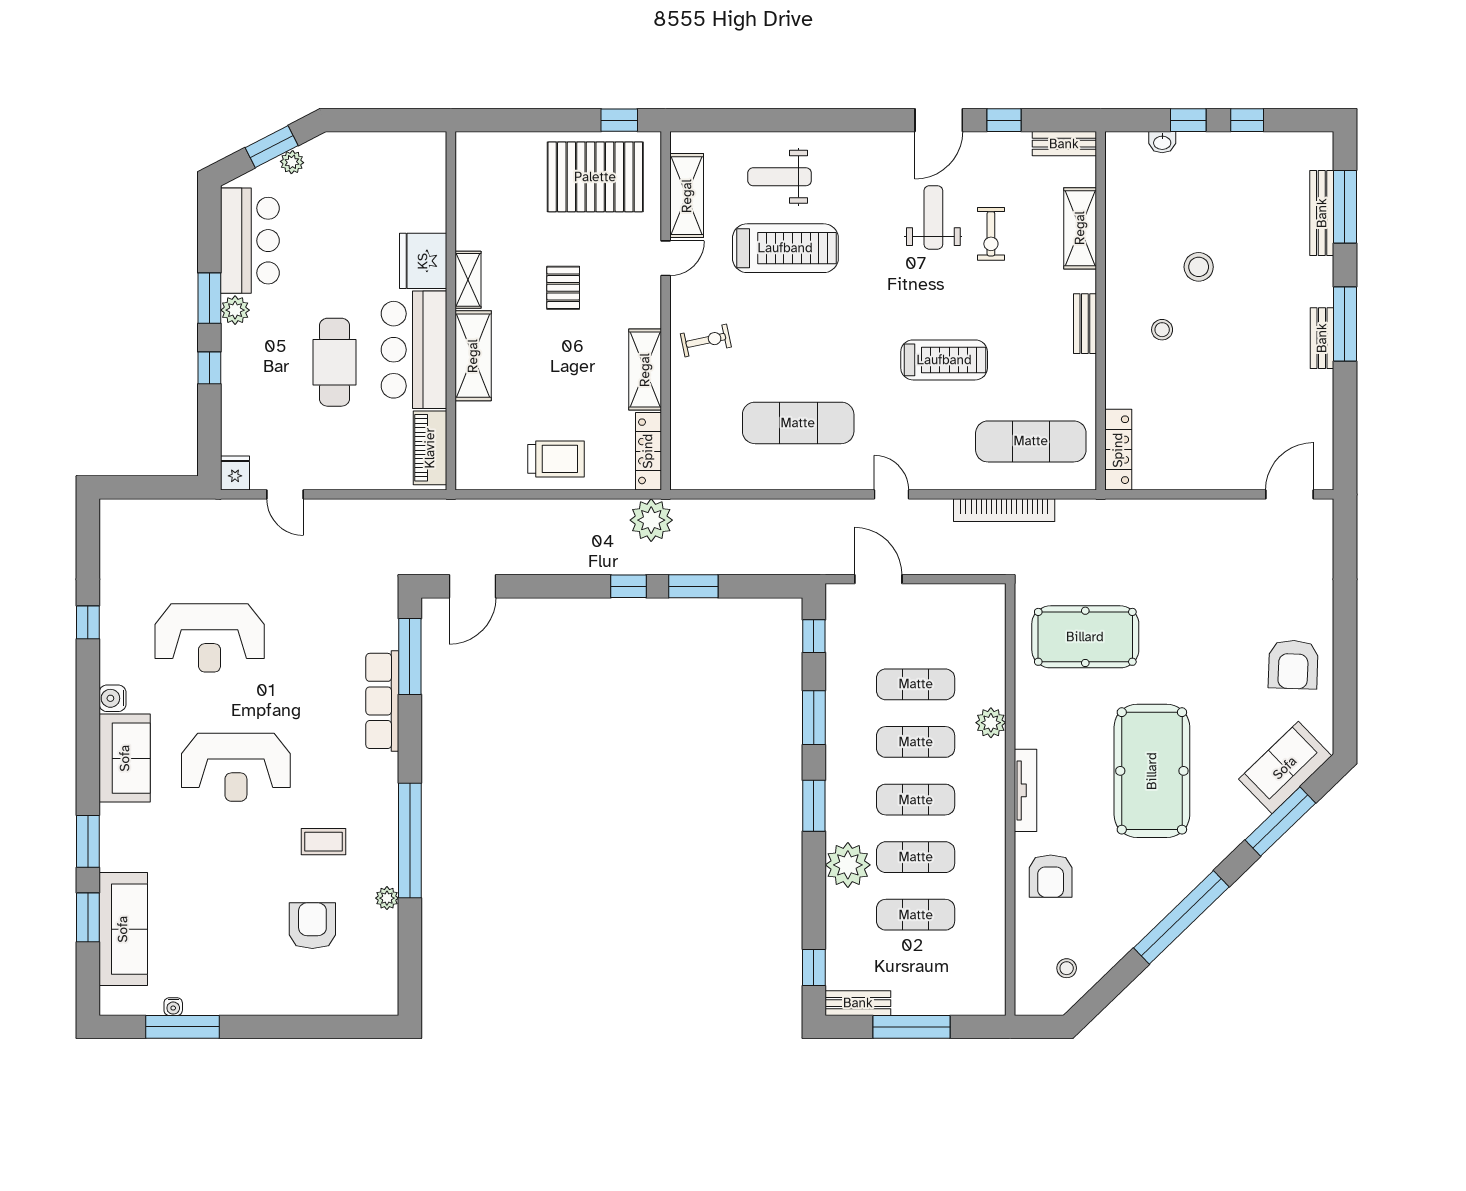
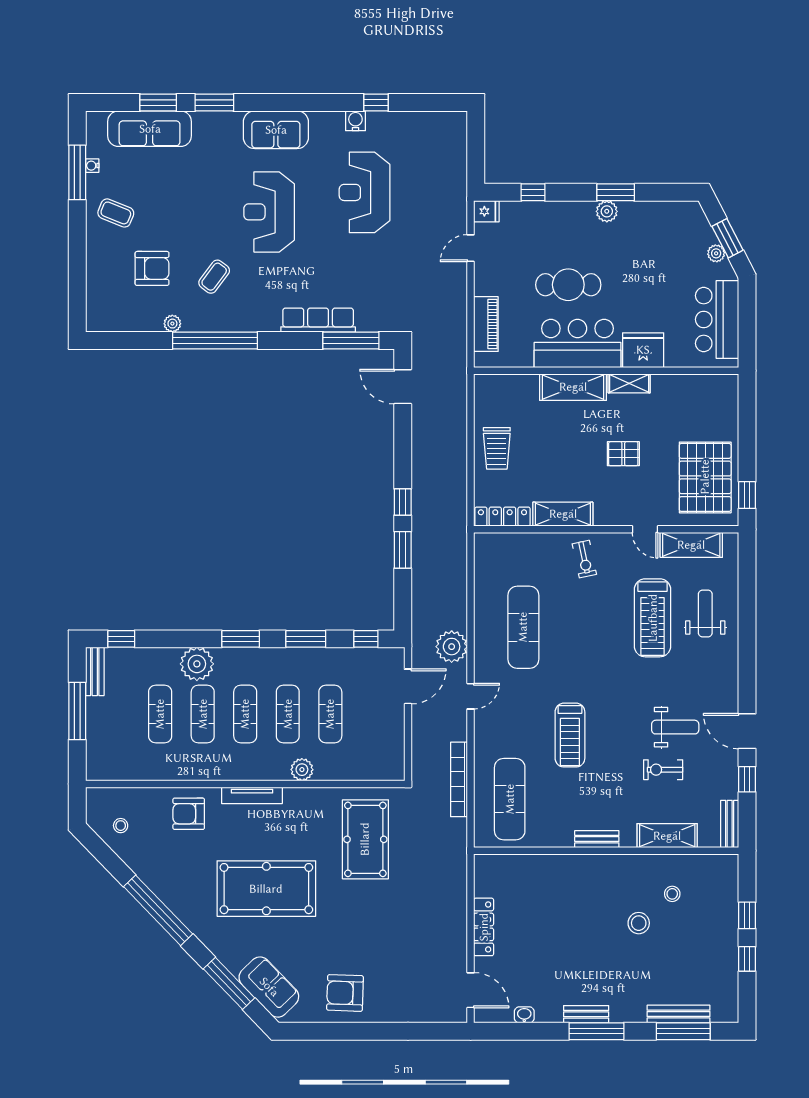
washbasin: (1162, 142) -> (524, 1015), moved, turned 90
bar counter: (250, 241) -> (717, 319), moved, turned 90
stool: (1162, 330) -> (672, 894), moved
window: (209, 368) -> (533, 192), moved
piano: (430, 448) -> (486, 324), moved, turned 90
locker: (1118, 450) -> (484, 927), moved, turned -90
plant: (651, 520) -> (452, 647), moved
water cooler: (113, 698) -> (355, 121), moved
coffee table: (324, 842) -> (214, 277), turned 37
coffee table: (237, 975) -> (116, 213), added

